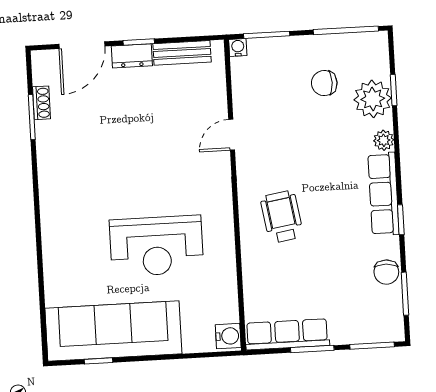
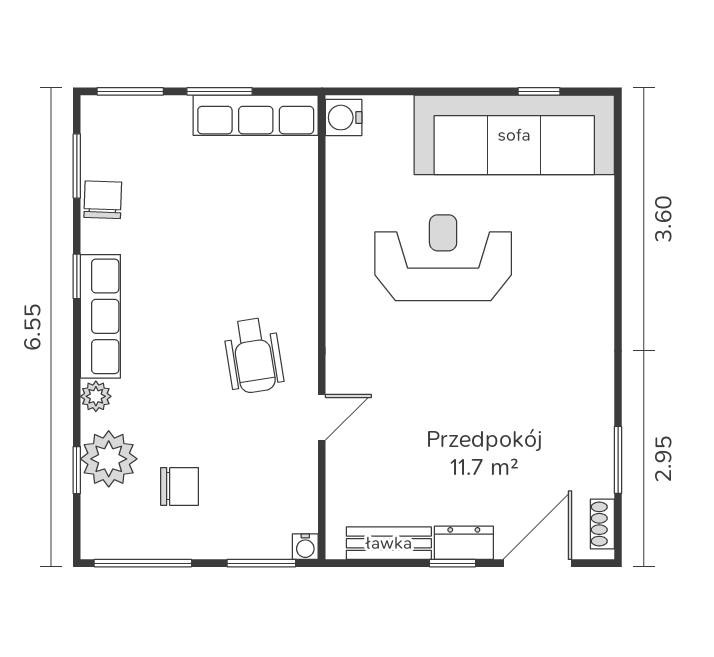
shoe rack: (41, 103) -> (602, 524), moved
wheelchair: (282, 217) -> (254, 356), moved

